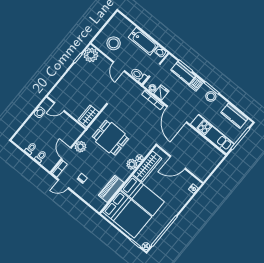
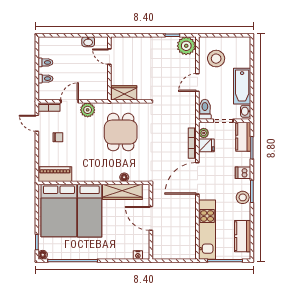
kitchen counter: (183, 73) -> (243, 137), moved
plant: (132, 164) -> (112, 175), removed
piano: (111, 189) -> (55, 174), moved

